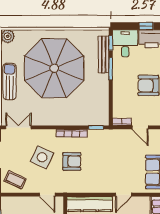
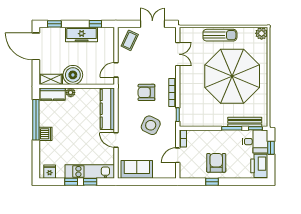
window: (146, 26) -> (271, 148), moved
double door: (18, 127) -> (178, 54), moved
side table: (42, 157) -> (151, 125), moved
armchair: (72, 161) -> (146, 92), turned 90

